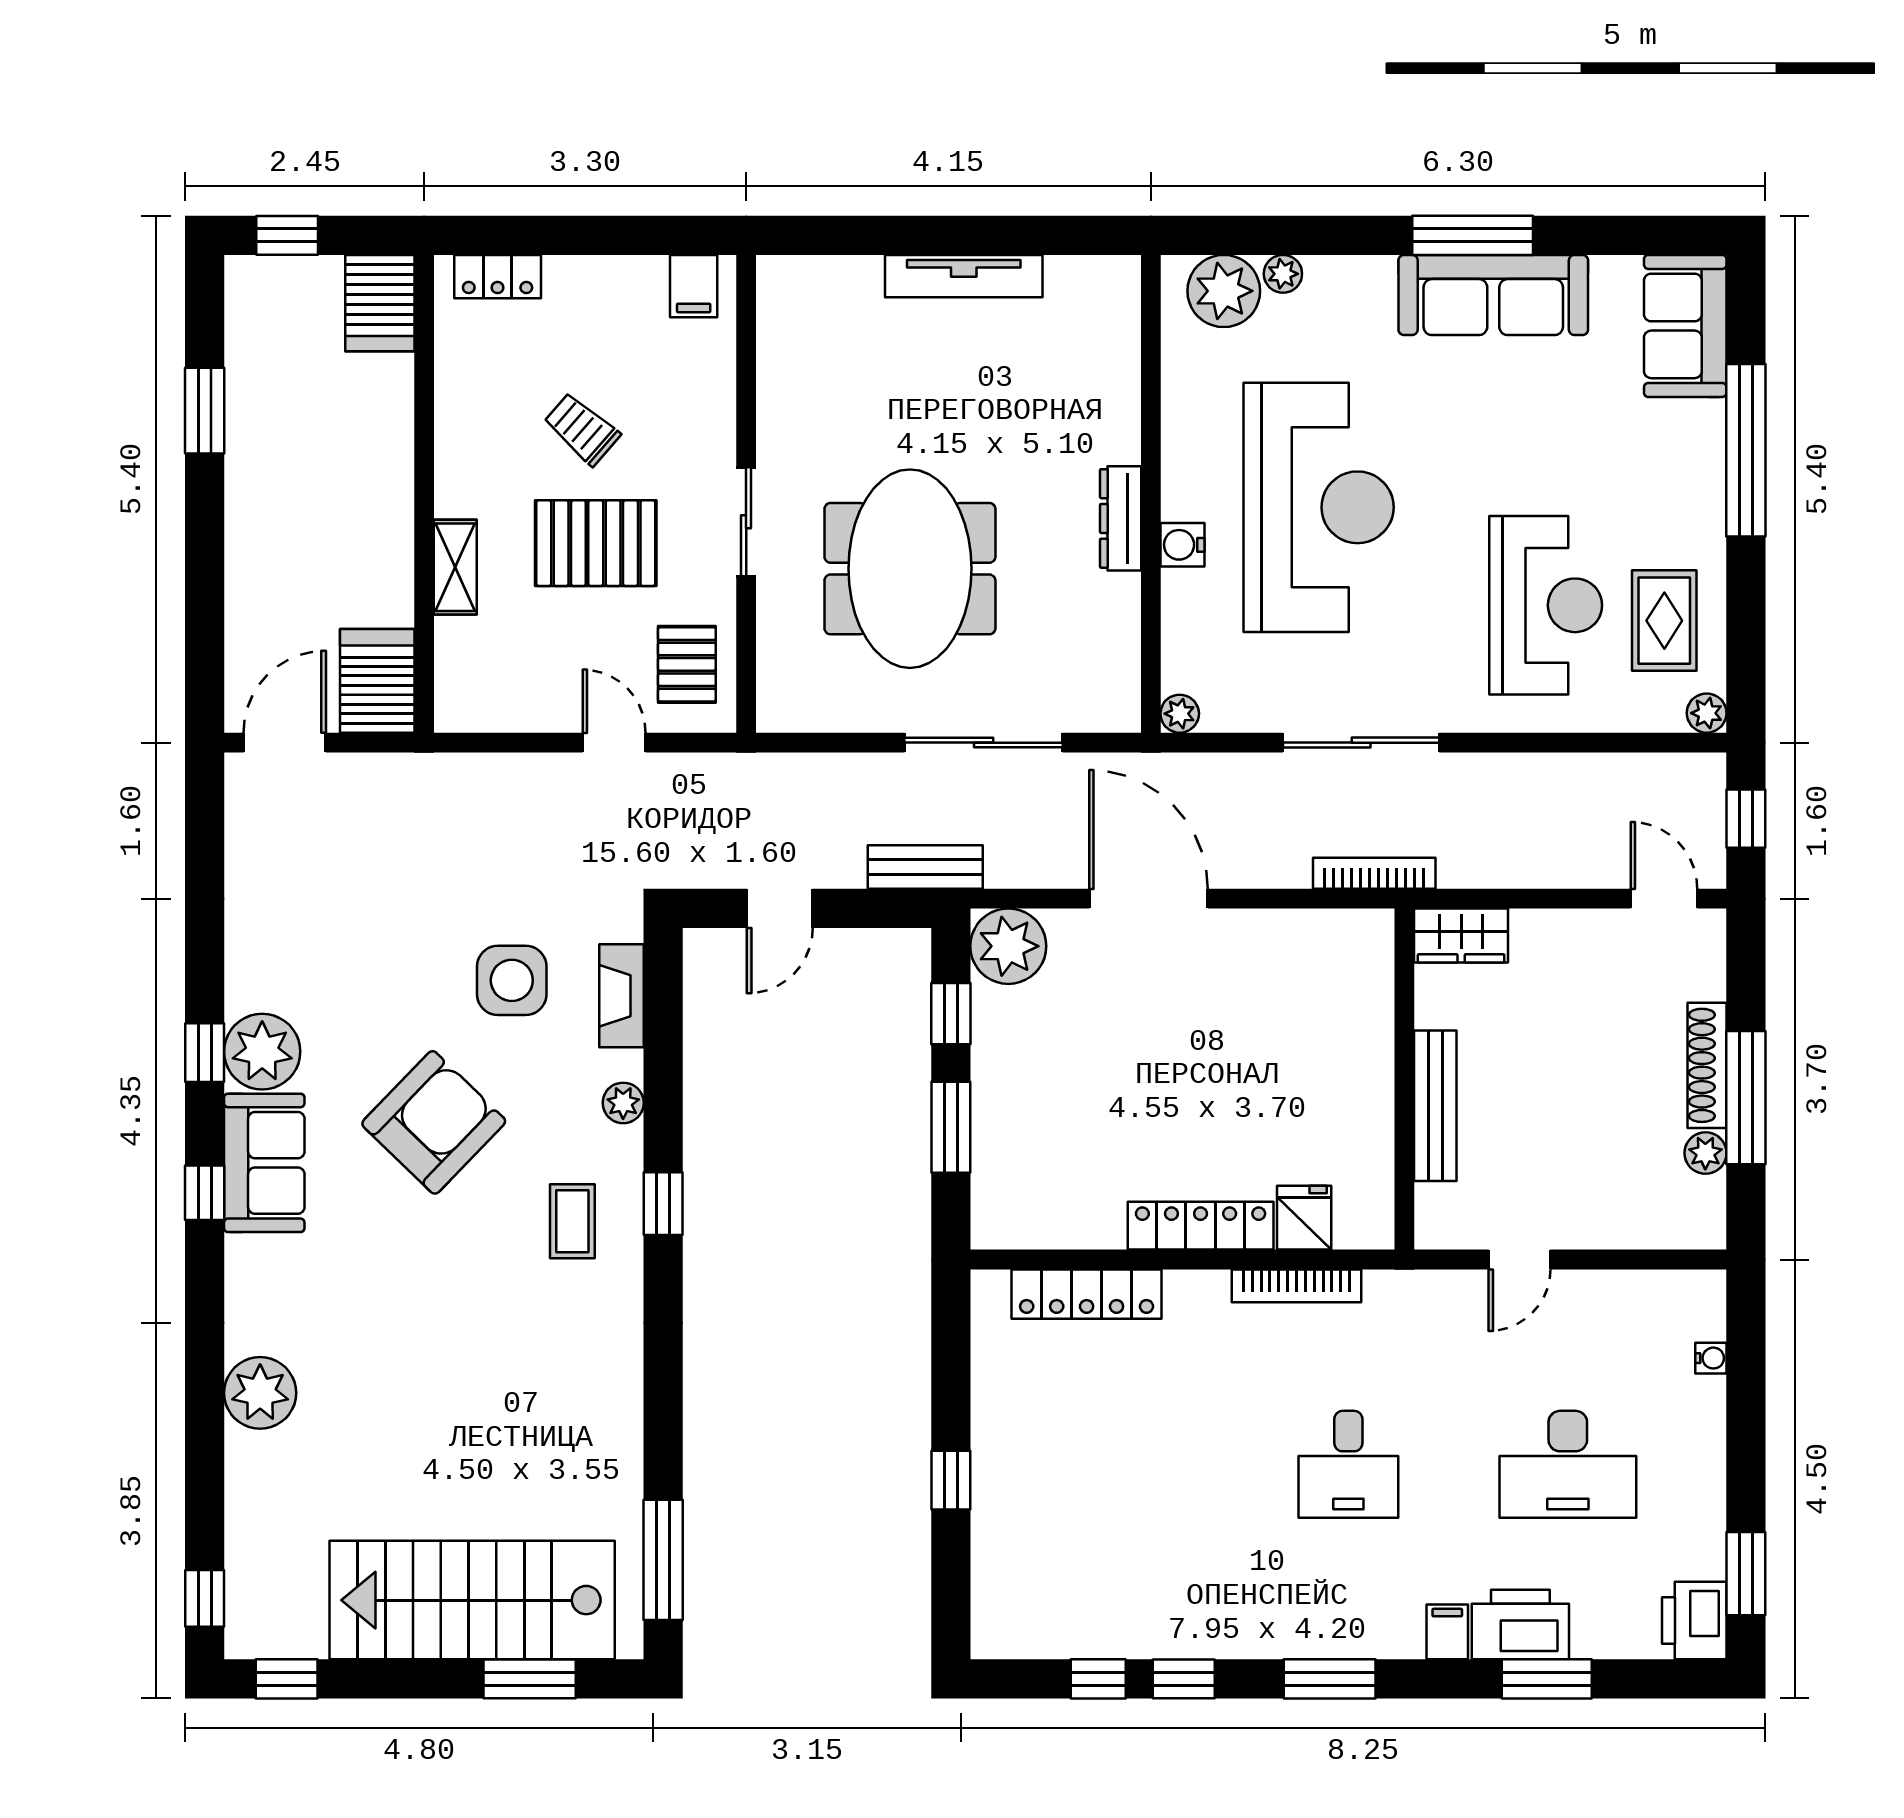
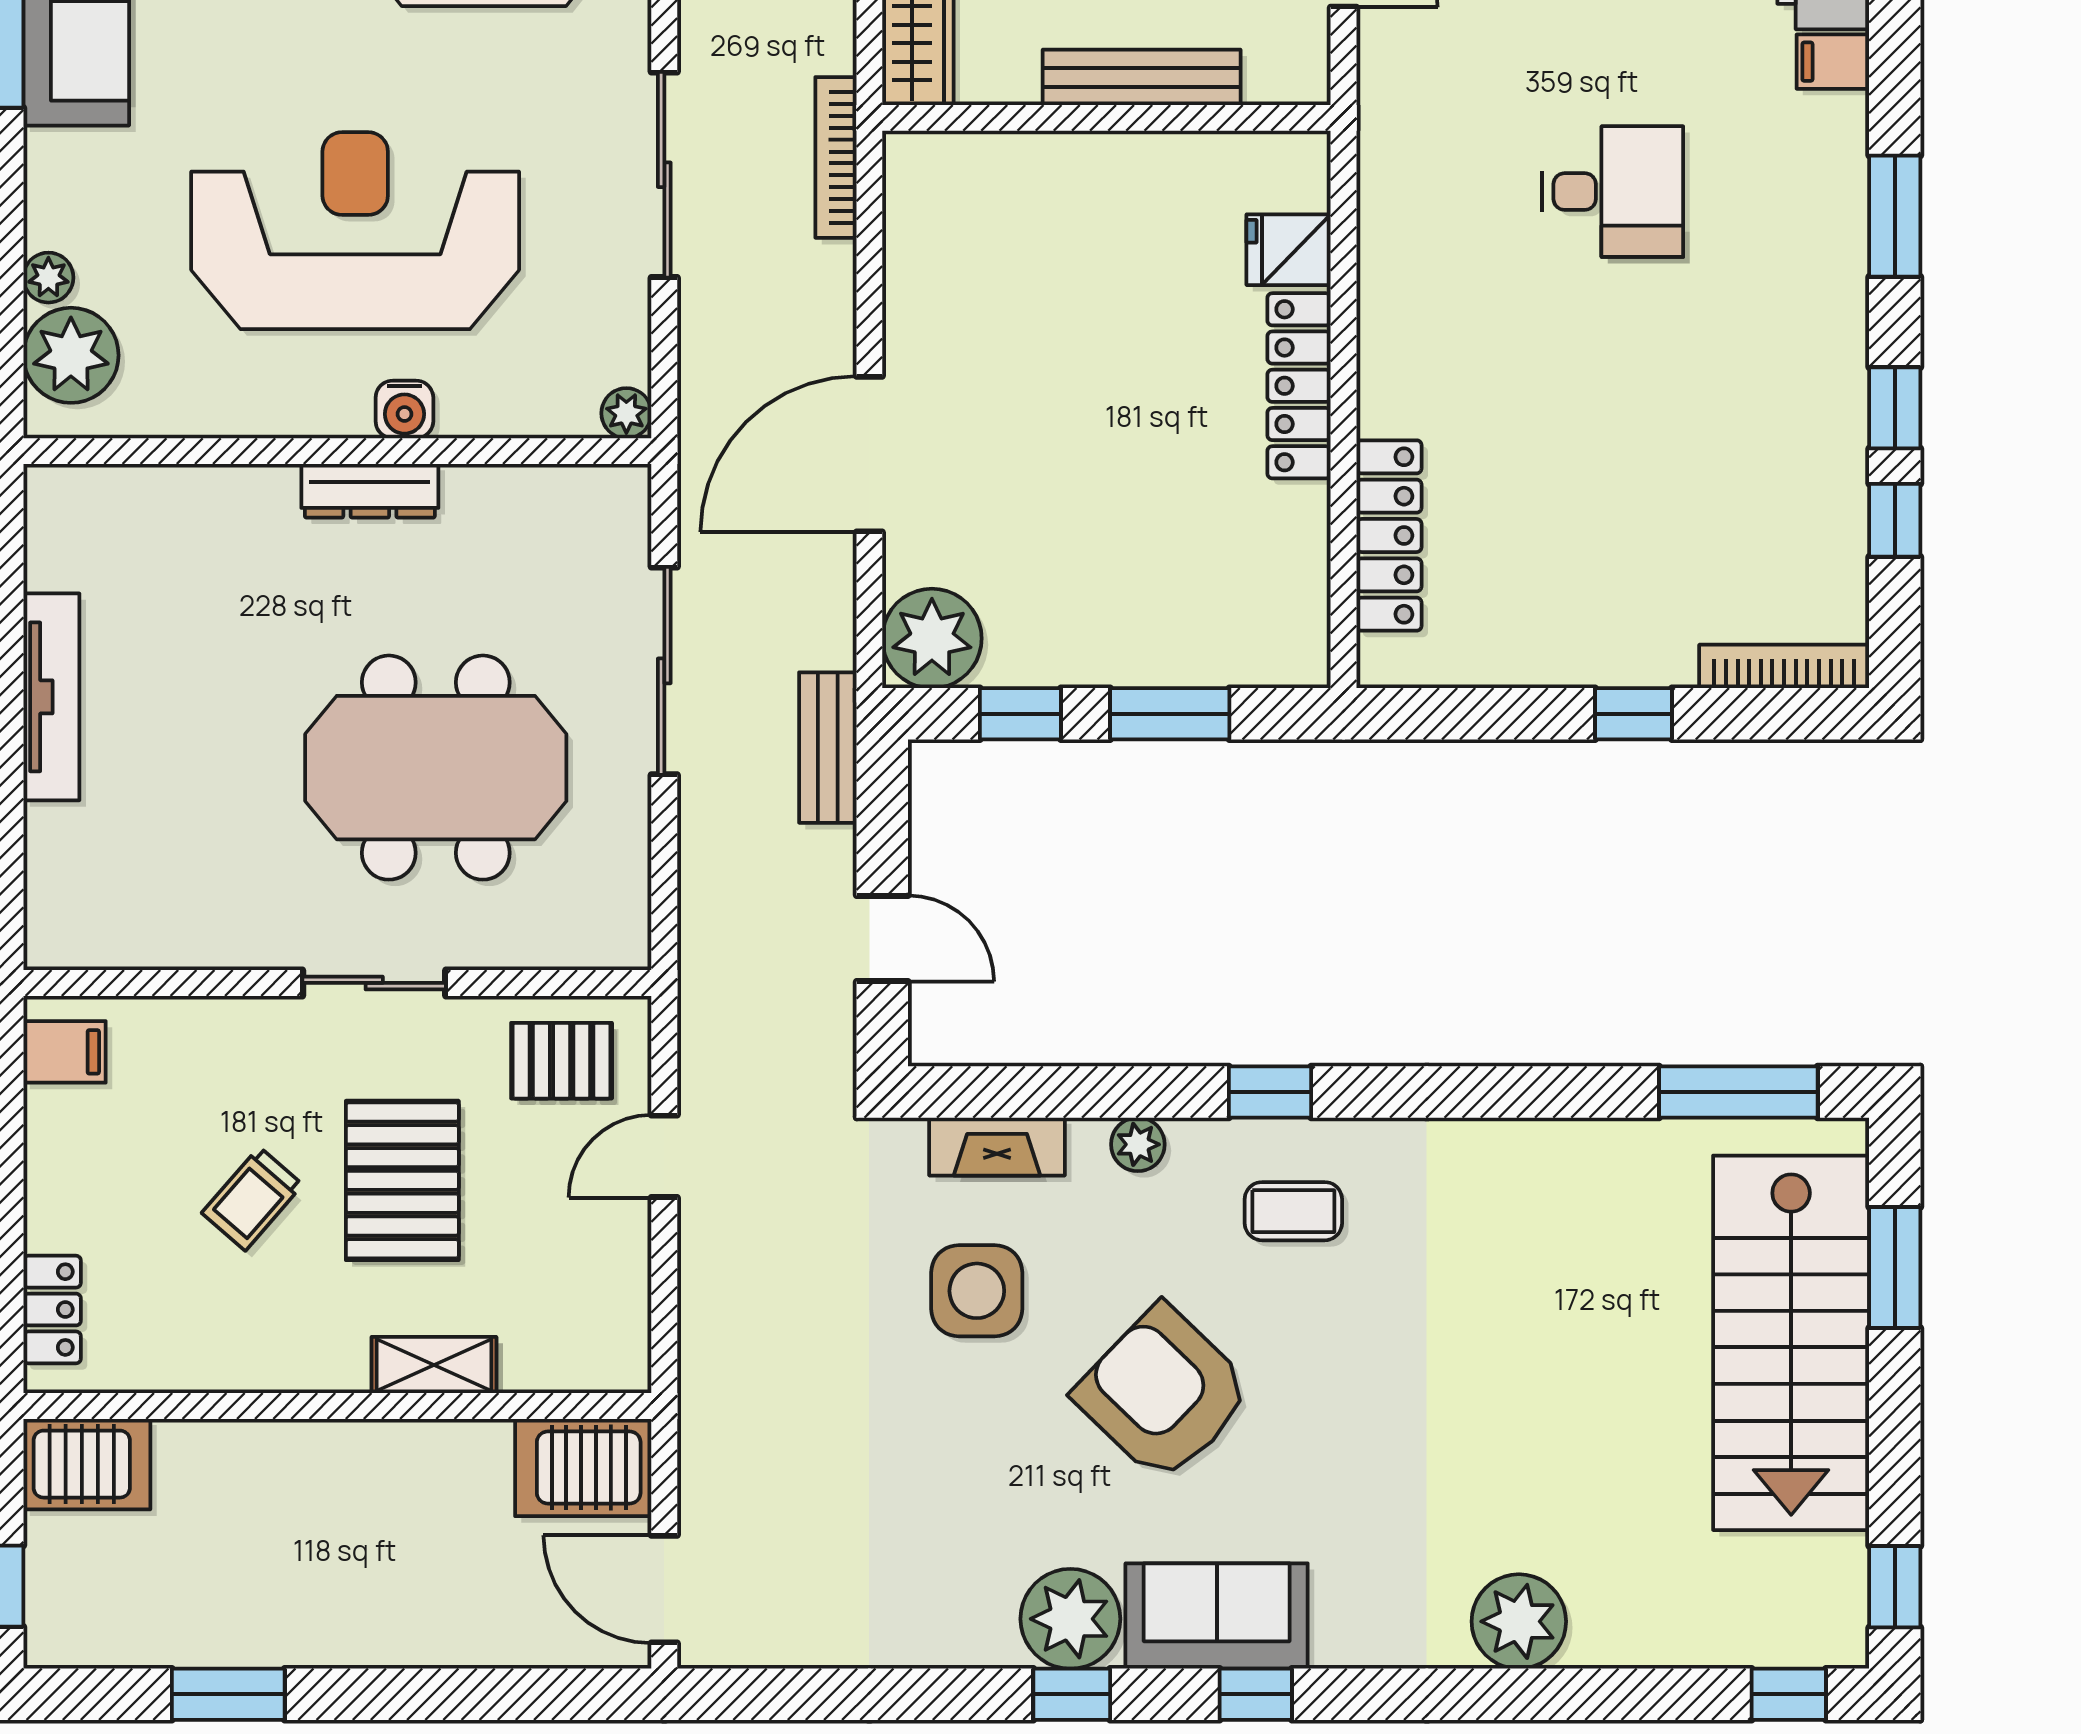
bookcase: (1297, 1286) -> (1784, 666), moved, turned -90

